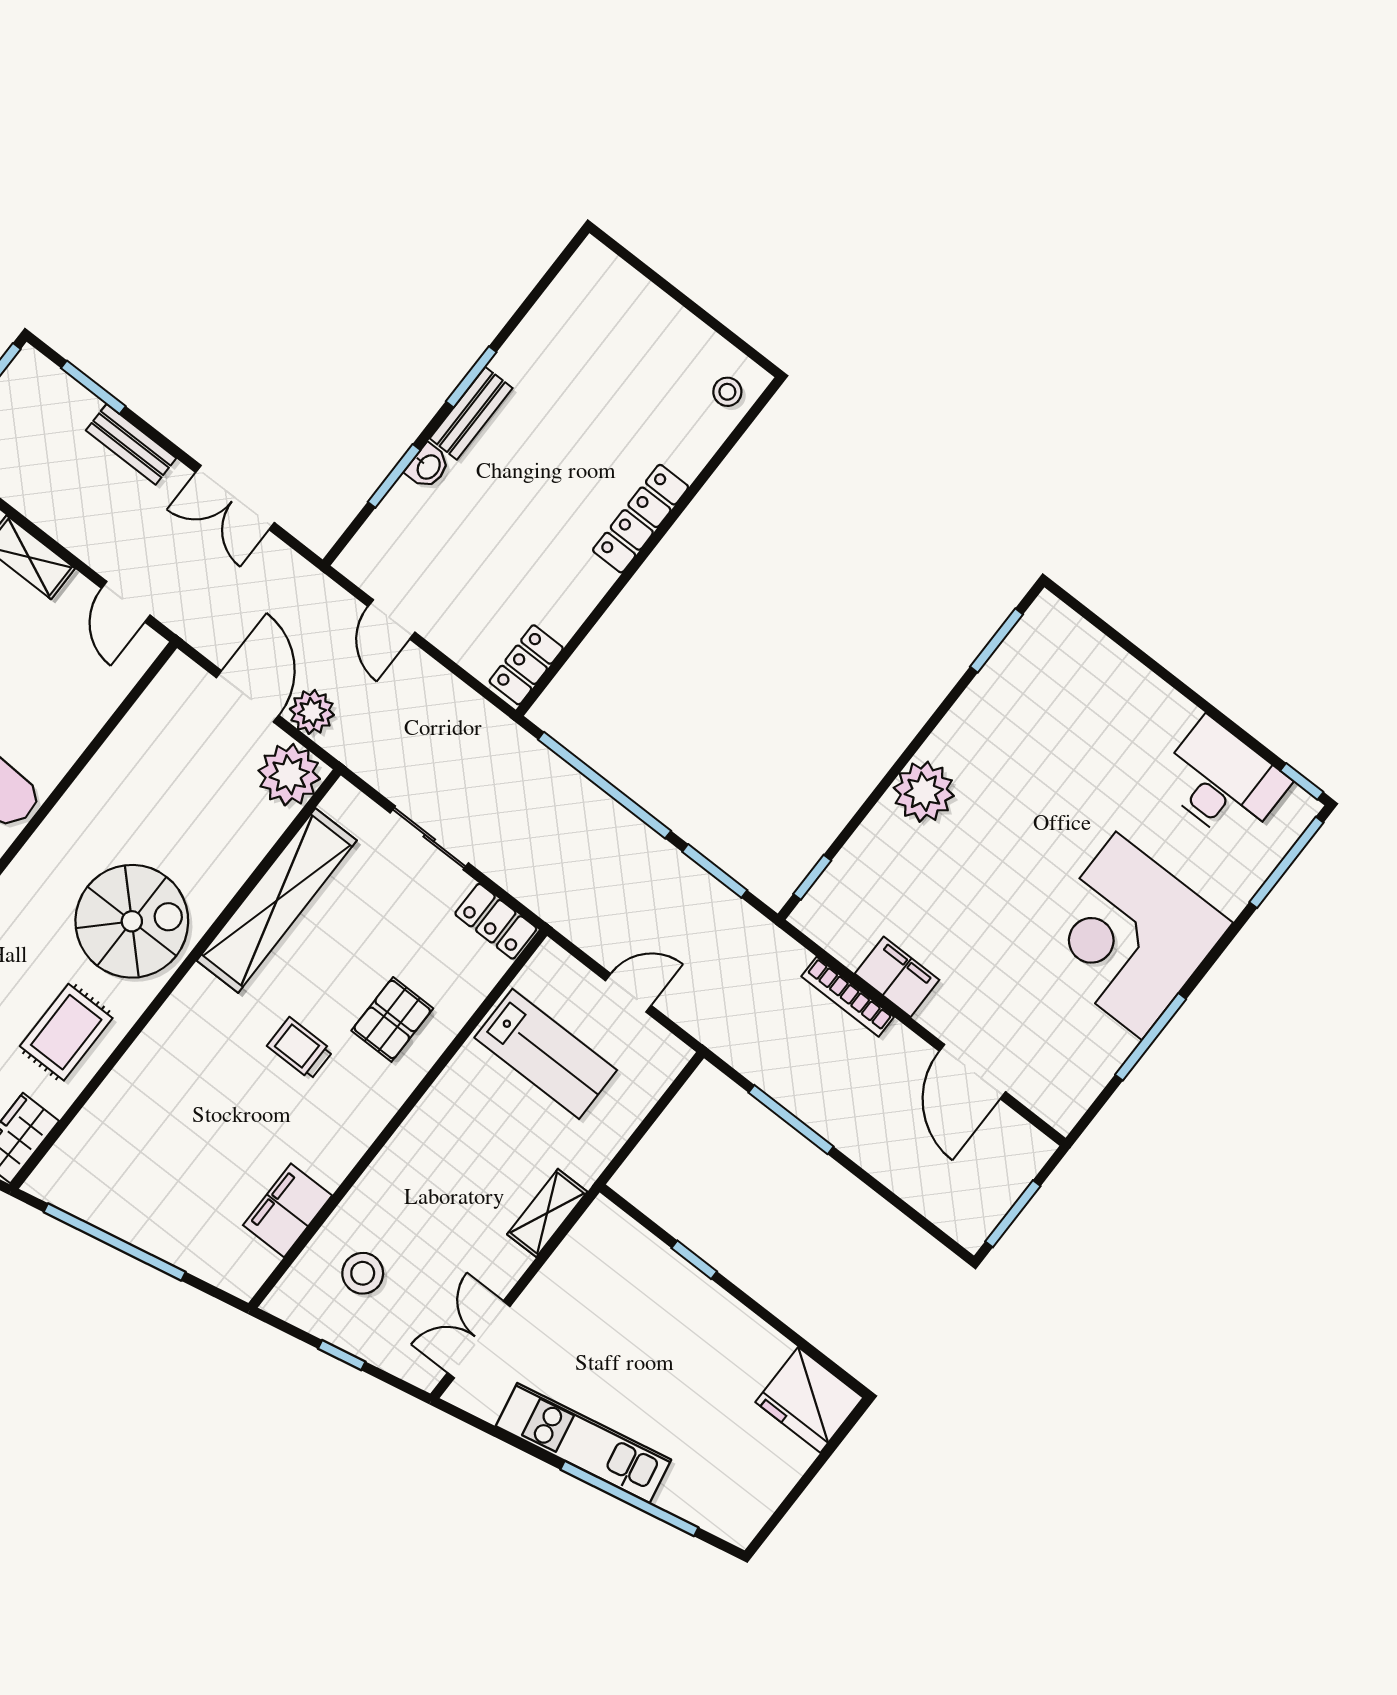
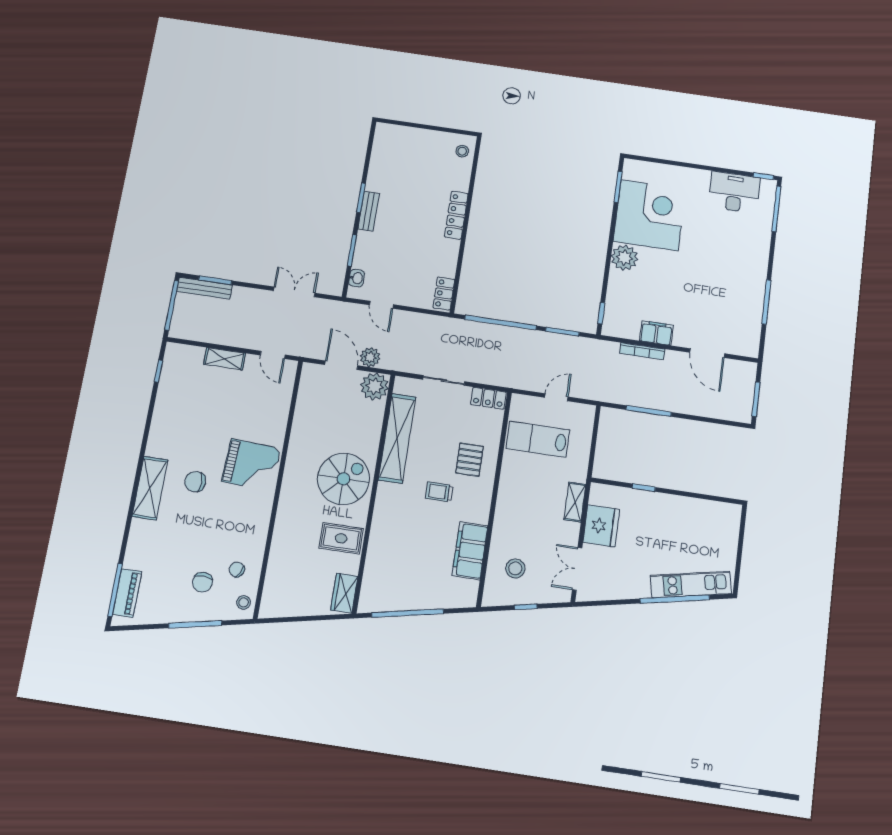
bench: (131, 444) -> (205, 288), moved, width x1.36
washbasin: (428, 467) -> (357, 278), moved
double door: (235, 498) -> (294, 292), swing flipped
corner desk: (1129, 936) -> (649, 215), moved, turned 180
rug: (66, 1032) -> (341, 538), turned 90
lab bench: (546, 1054) -> (538, 439), turned 180
filing cabinet: (288, 1210) -> (470, 551), width x1.50, depth x1.17
fridge: (809, 1400) -> (601, 526), moved, turned -90
kitchen unit: (583, 1443) -> (691, 584), moved

